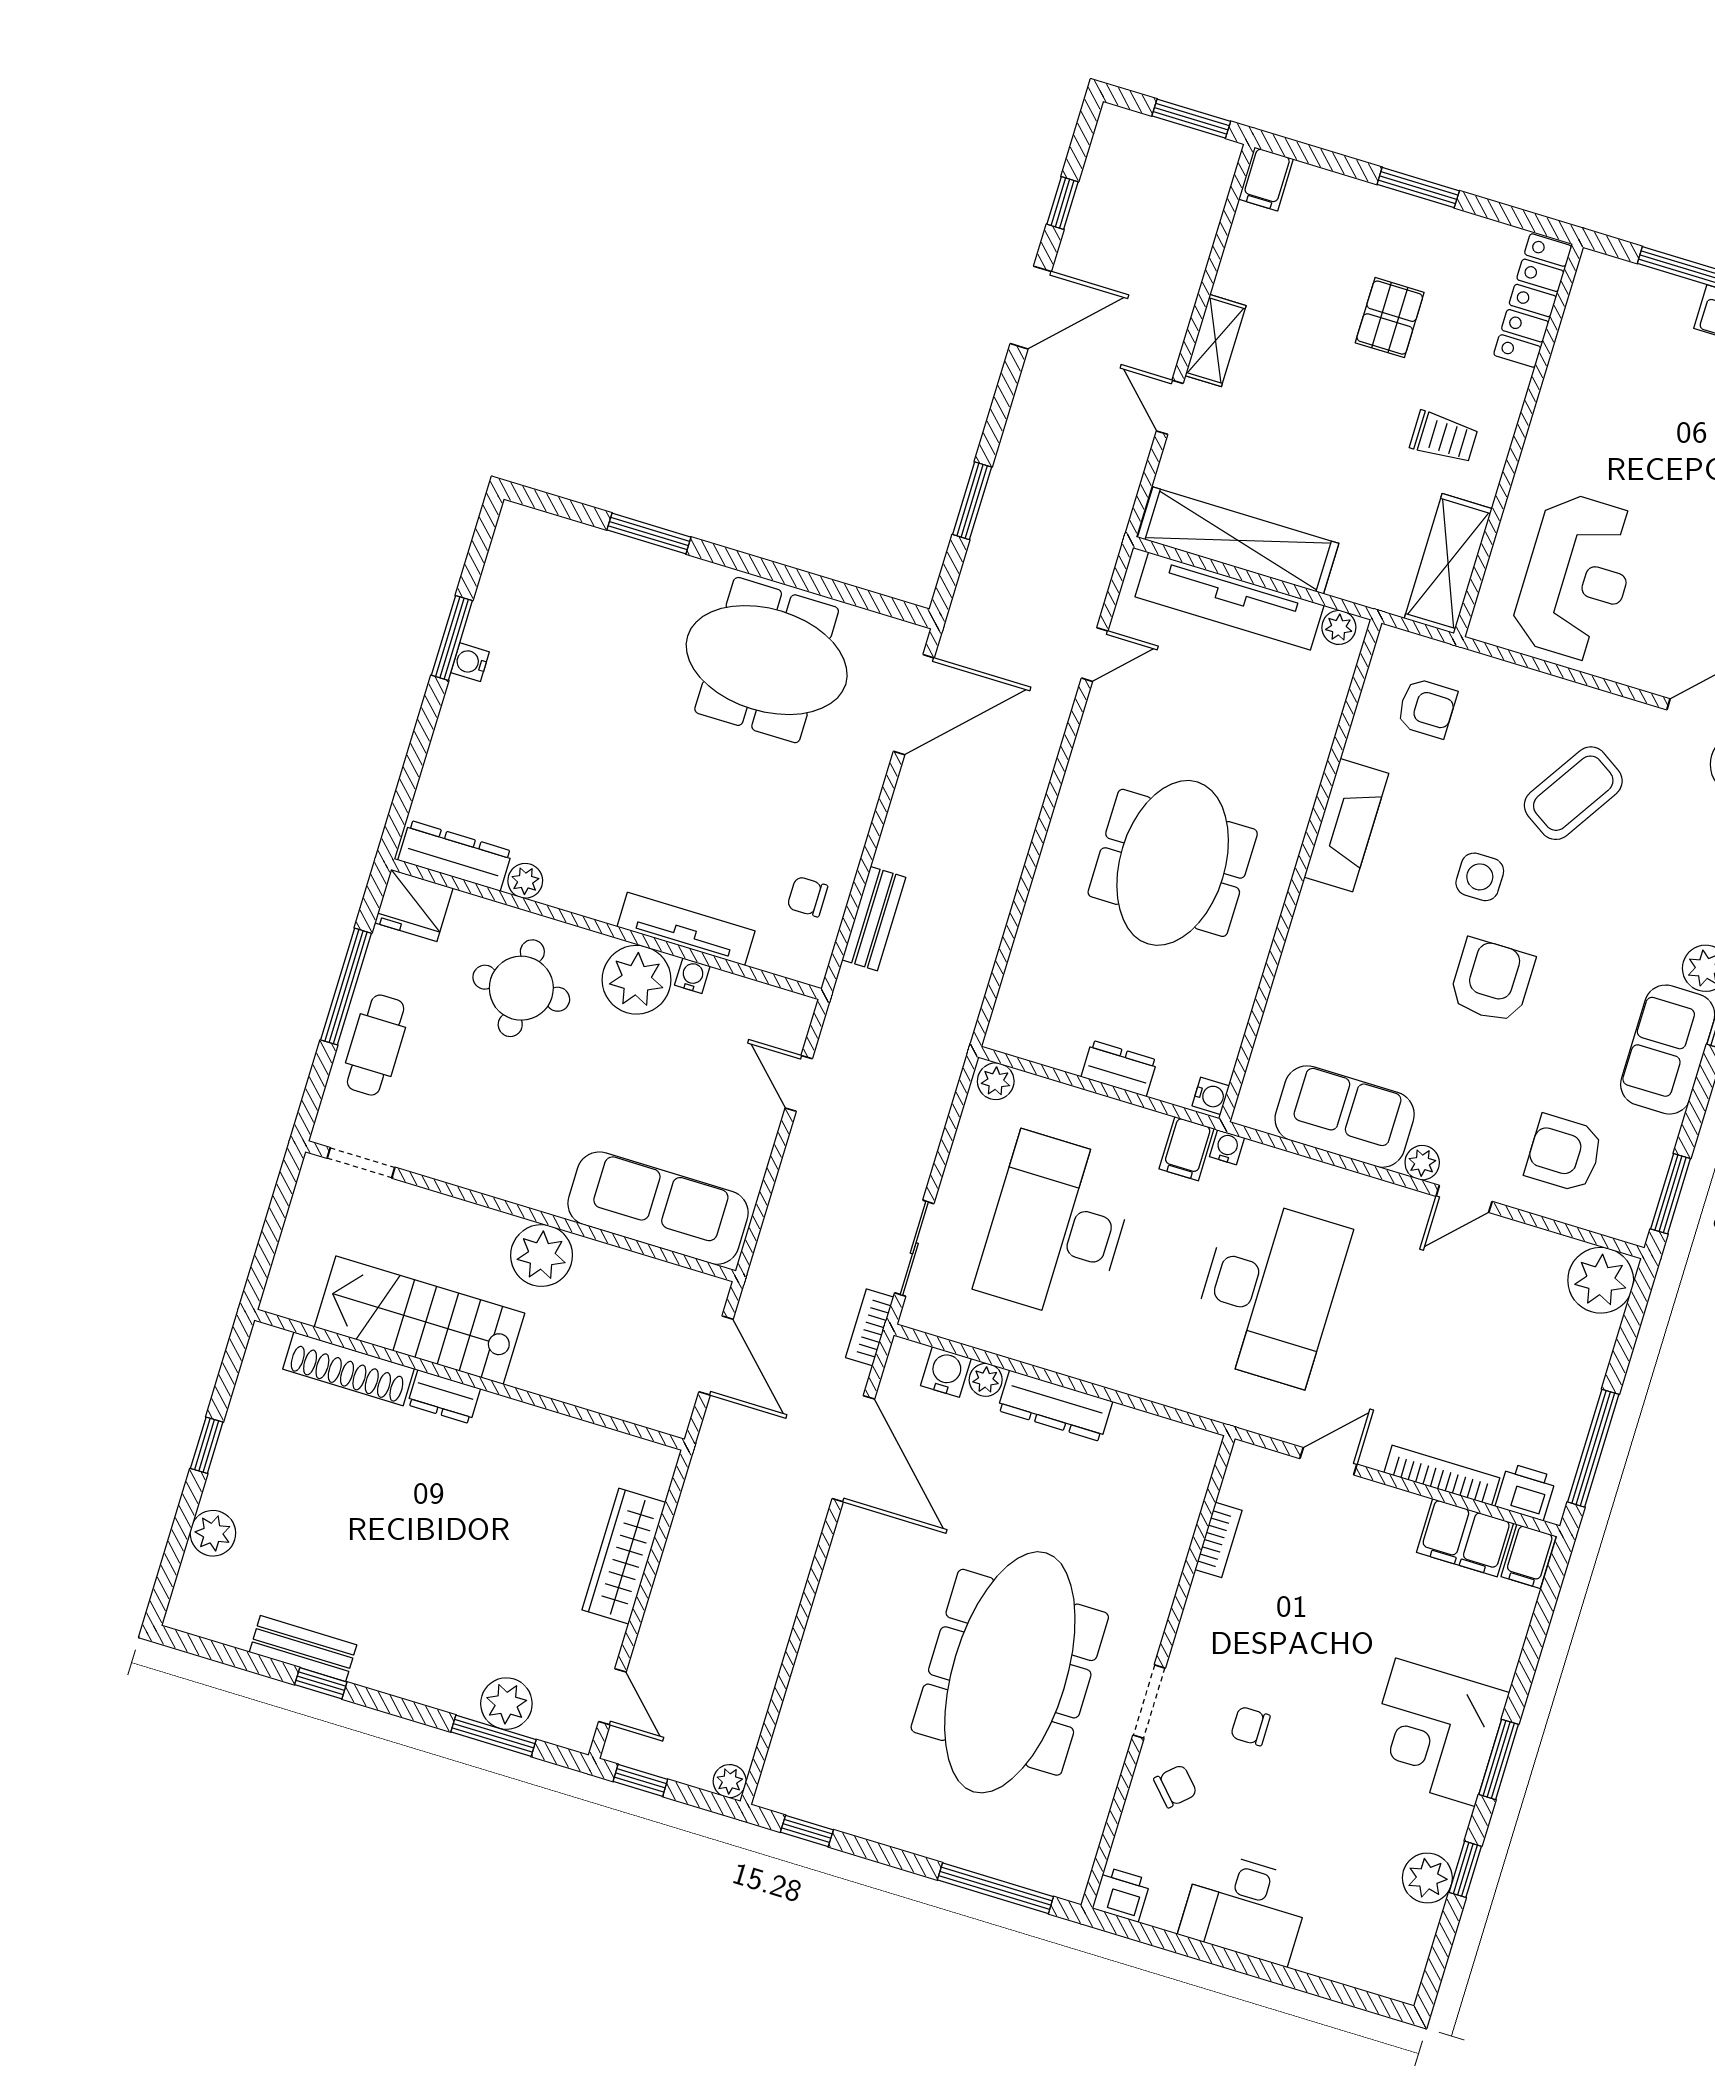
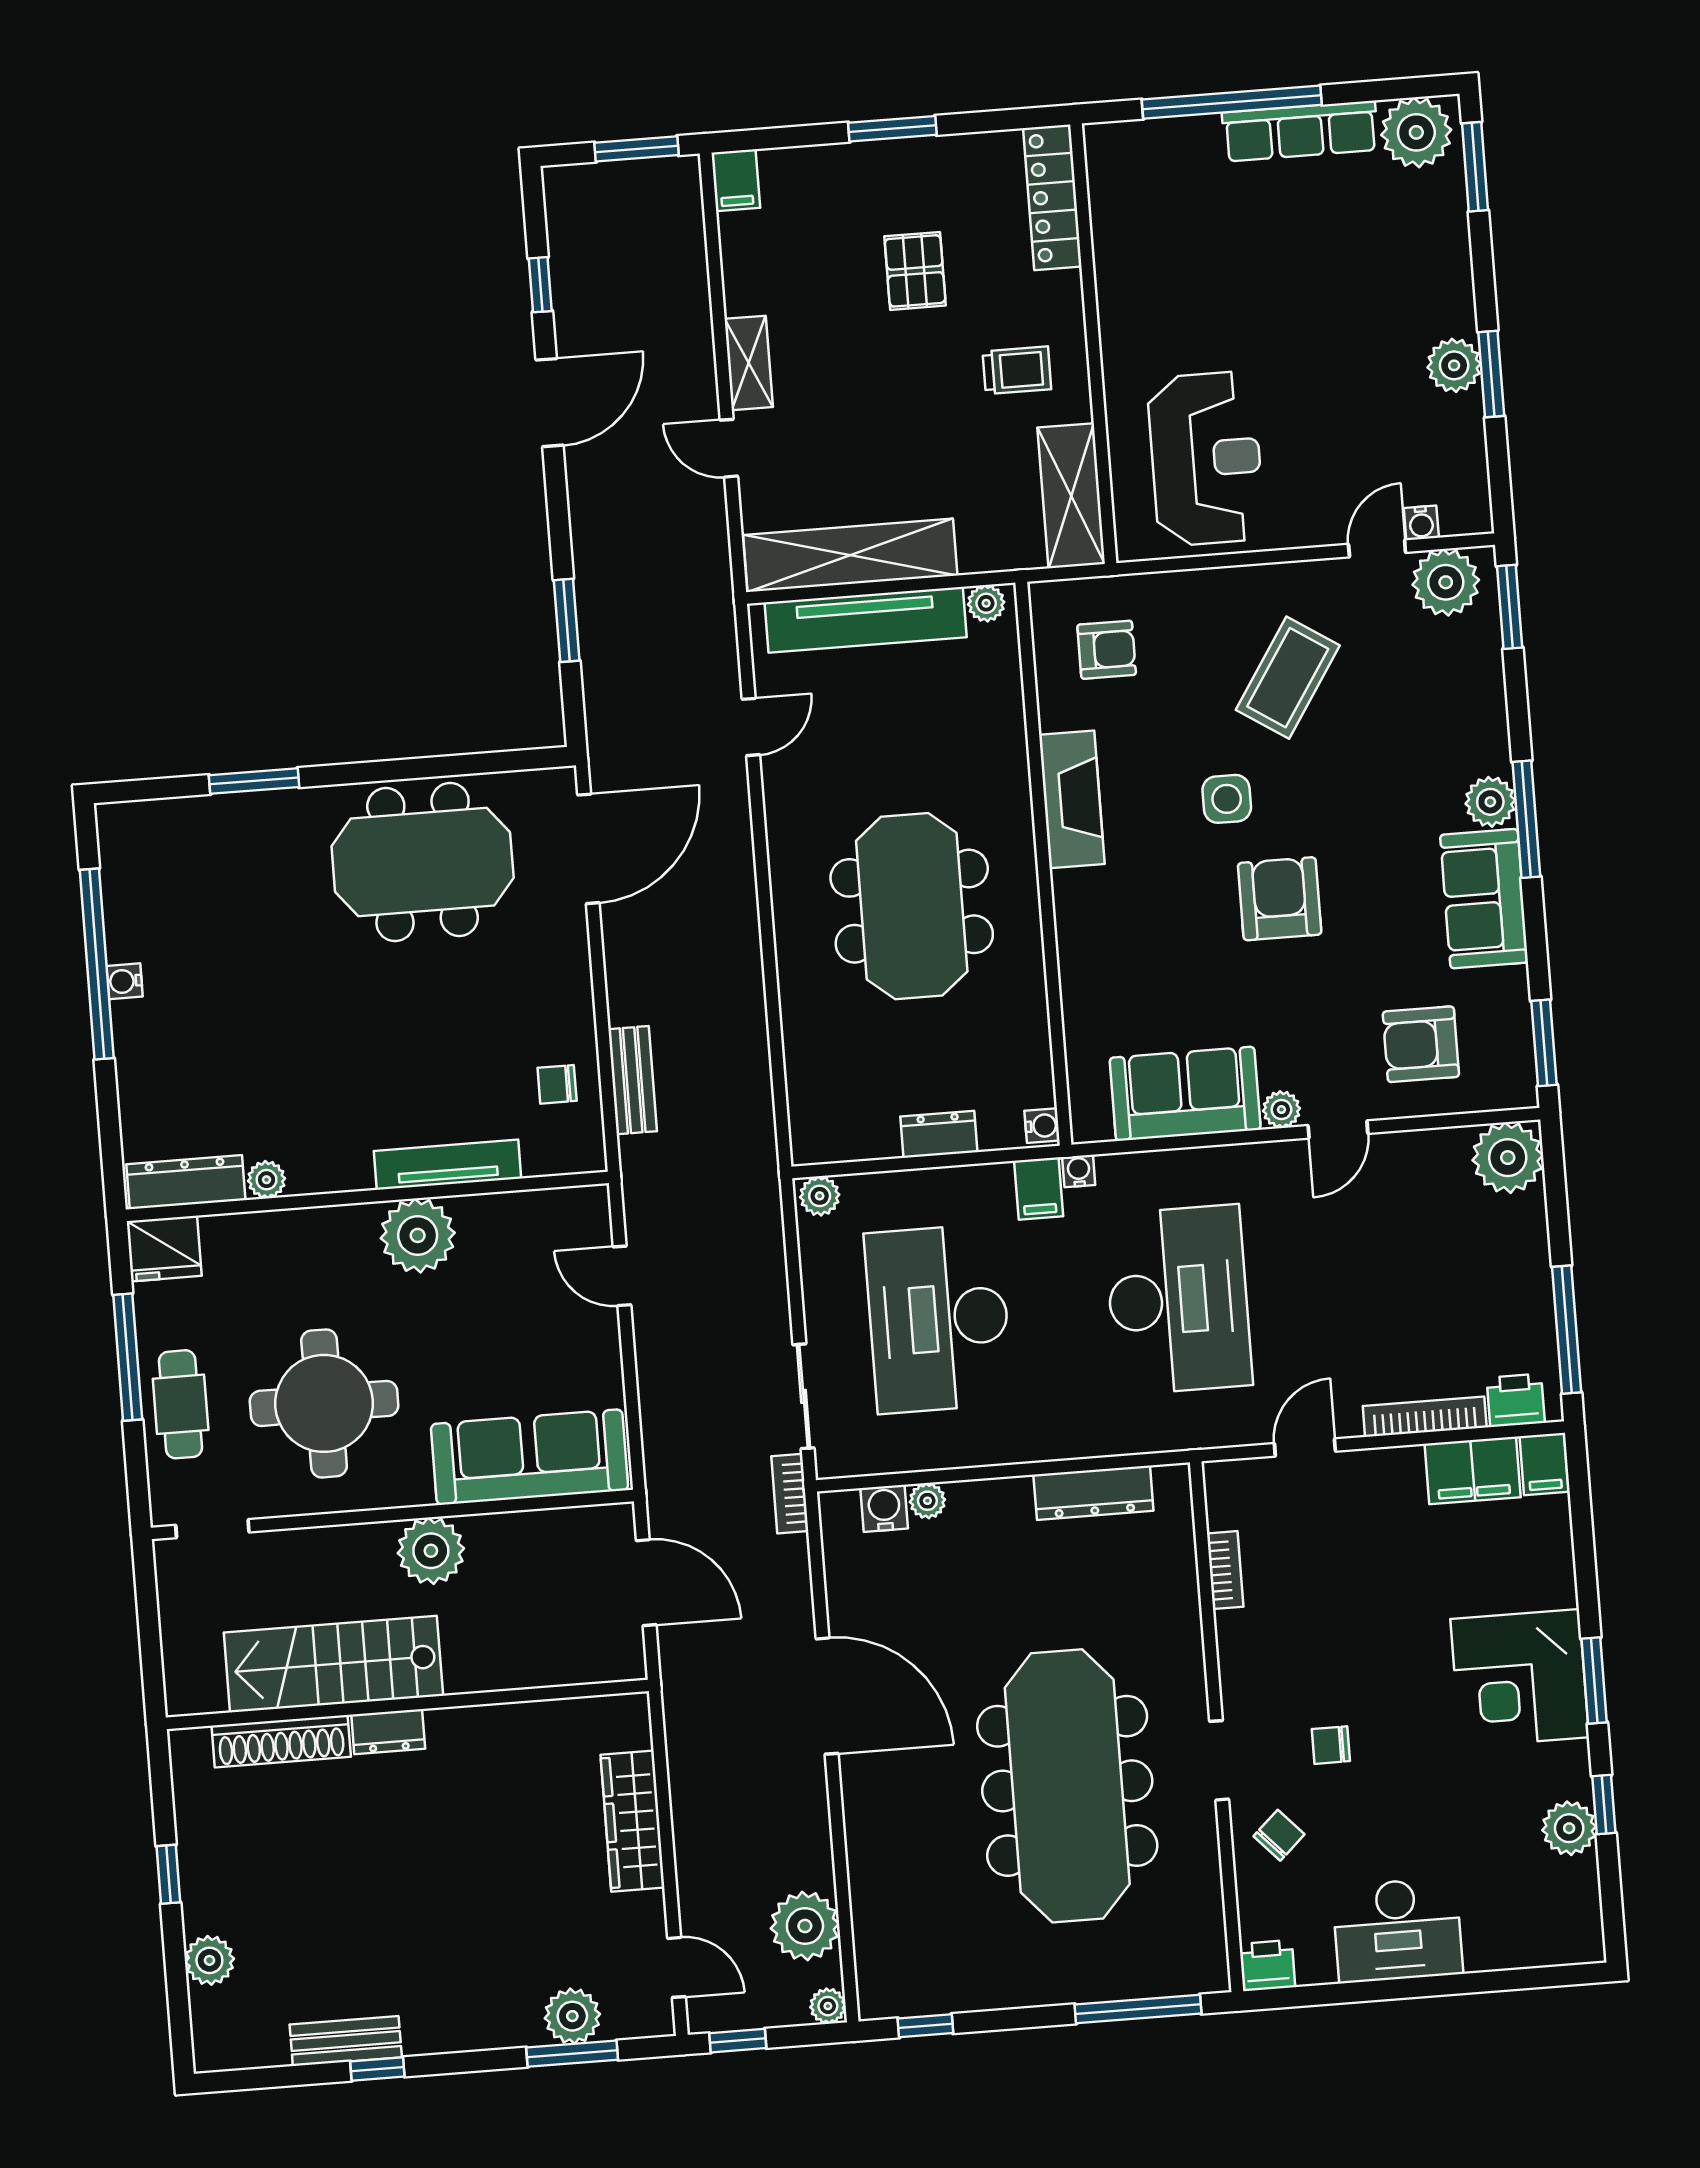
window: (452, 638) -> (97, 964), width x2.11
water cooler: (692, 976) -> (472, 1209), removed
round table: (521, 988) -> (324, 1403), moved, width x1.36, depth x1.36
dresser: (1055, 1406) -> (1093, 1493), moved
door: (853, 1449) -> (827, 1696), moved
plant: (737, 1704) -> (805, 1926), added

